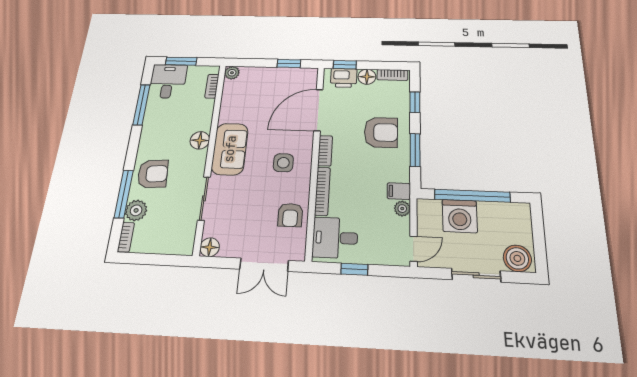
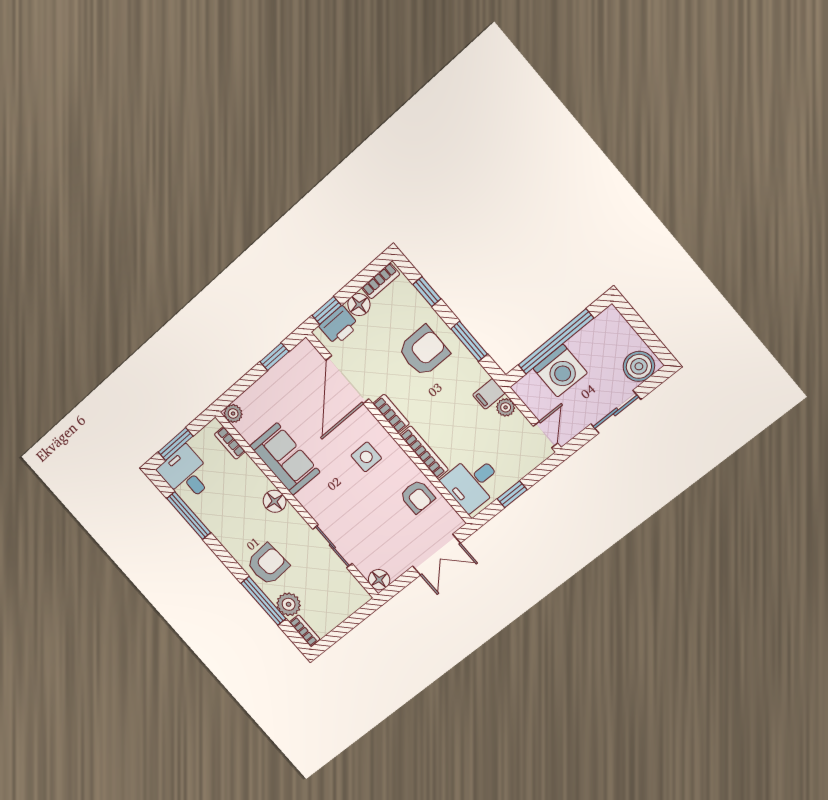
sofa: (230, 149) -> (285, 459), moved

